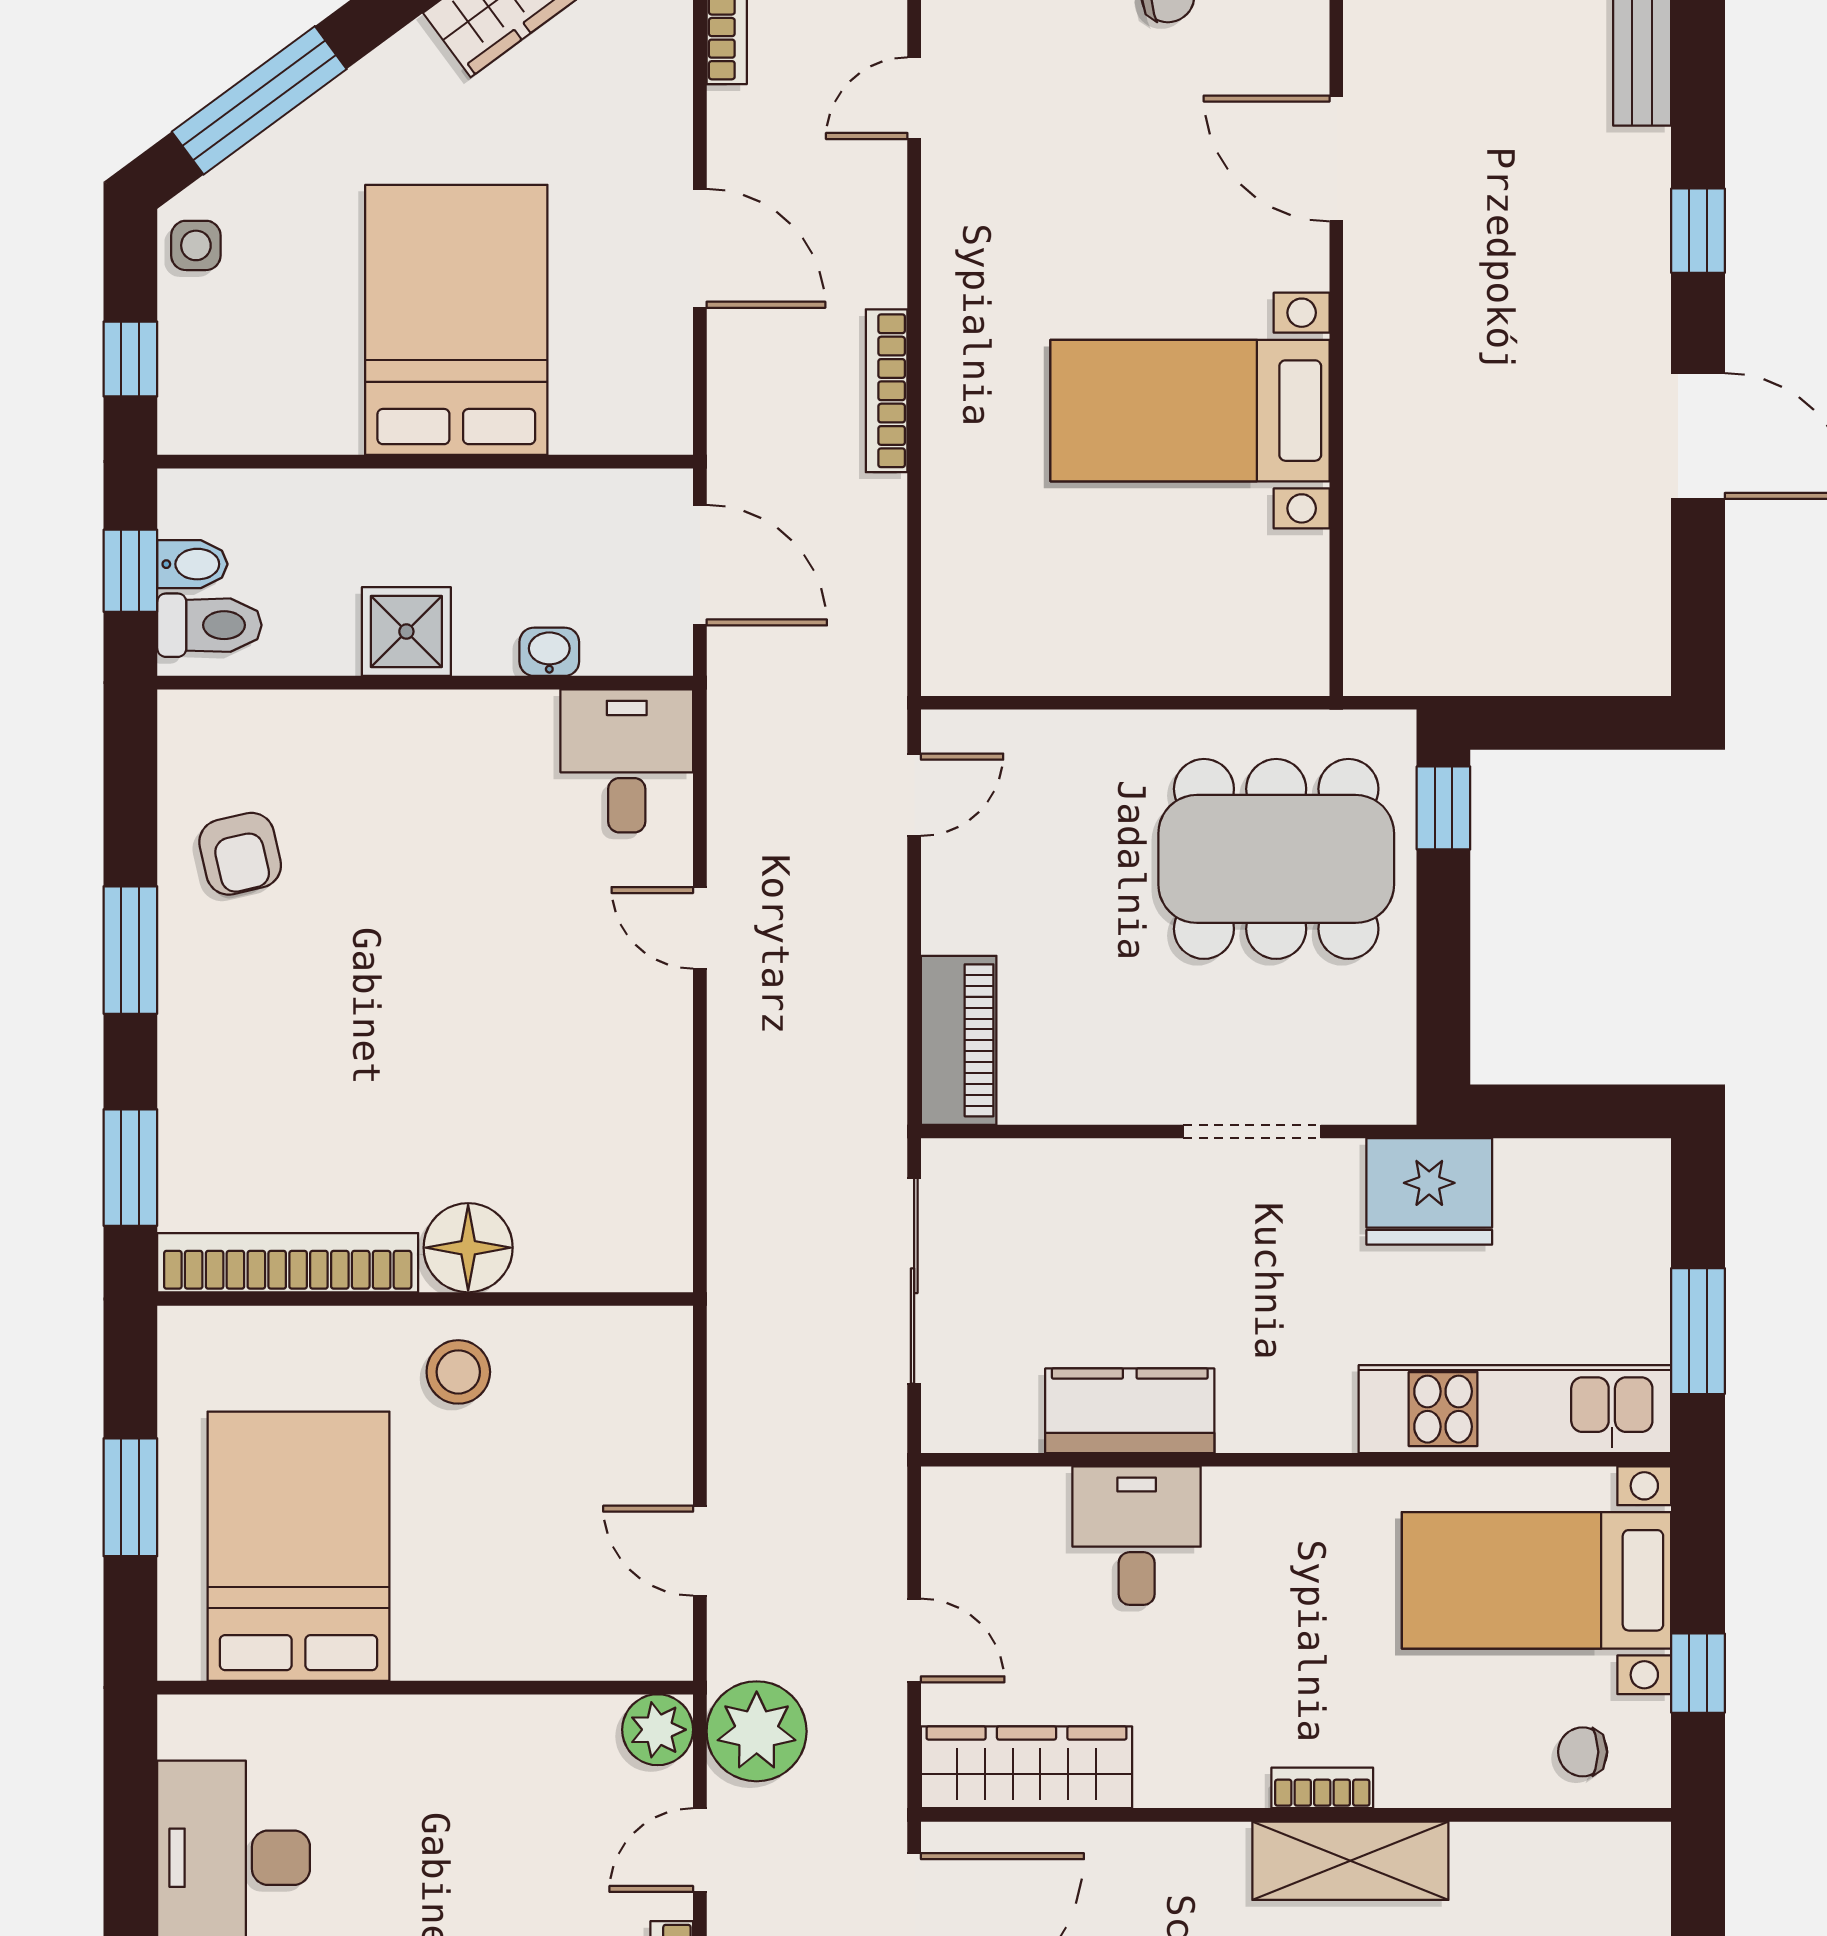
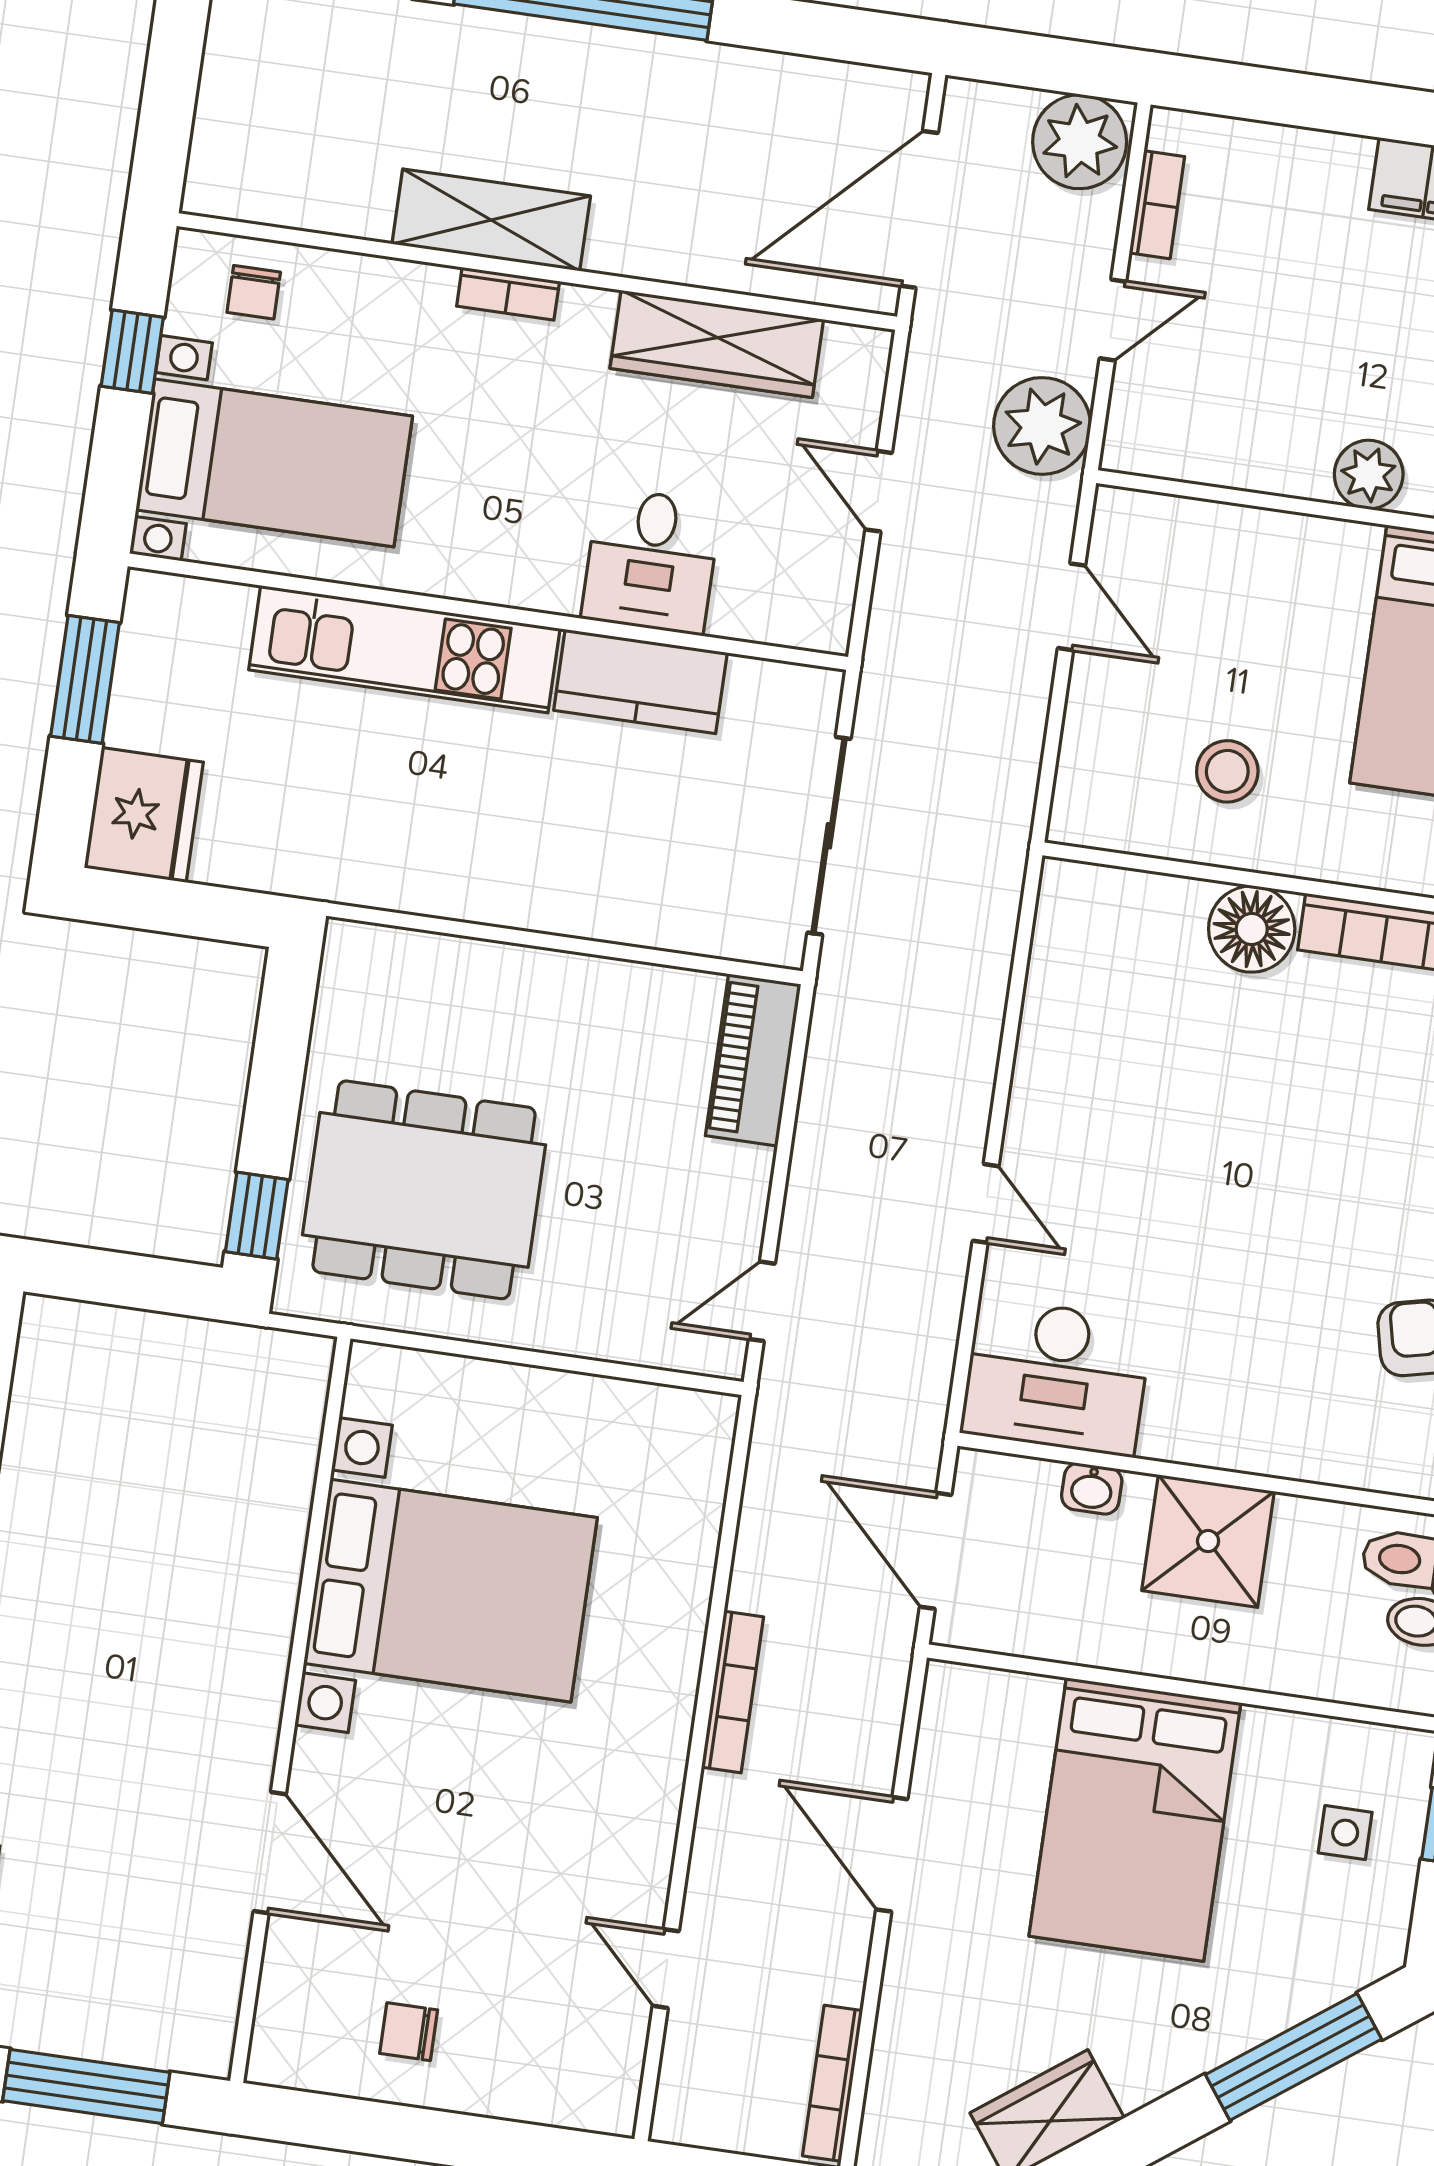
door: (914, 98) -> (666, 1969), swing flipped
side table: (196, 245) -> (1345, 1833), moved
bed with nightstands: (1190, 411) -> (451, 1591), width x1.36
shower: (406, 632) -> (1208, 1541), width x1.36, depth x1.36
desk: (627, 761) -> (1056, 1377), width x1.37
doorway: (1252, 1132) -> (485, 932), removed
fridge: (1429, 1191) -> (144, 815), moved, turned 90
stool: (458, 1372) -> (1227, 771), moved
kitchen unit: (1515, 1409) -> (404, 649), moved
plant: (658, 1730) -> (1369, 475), moved
chair: (1583, 1752) -> (254, 292), turned 90
wardrobe: (1027, 1767) -> (717, 344), moved

